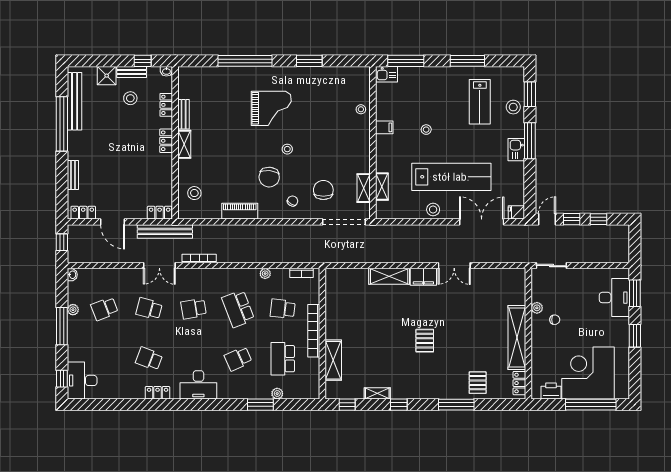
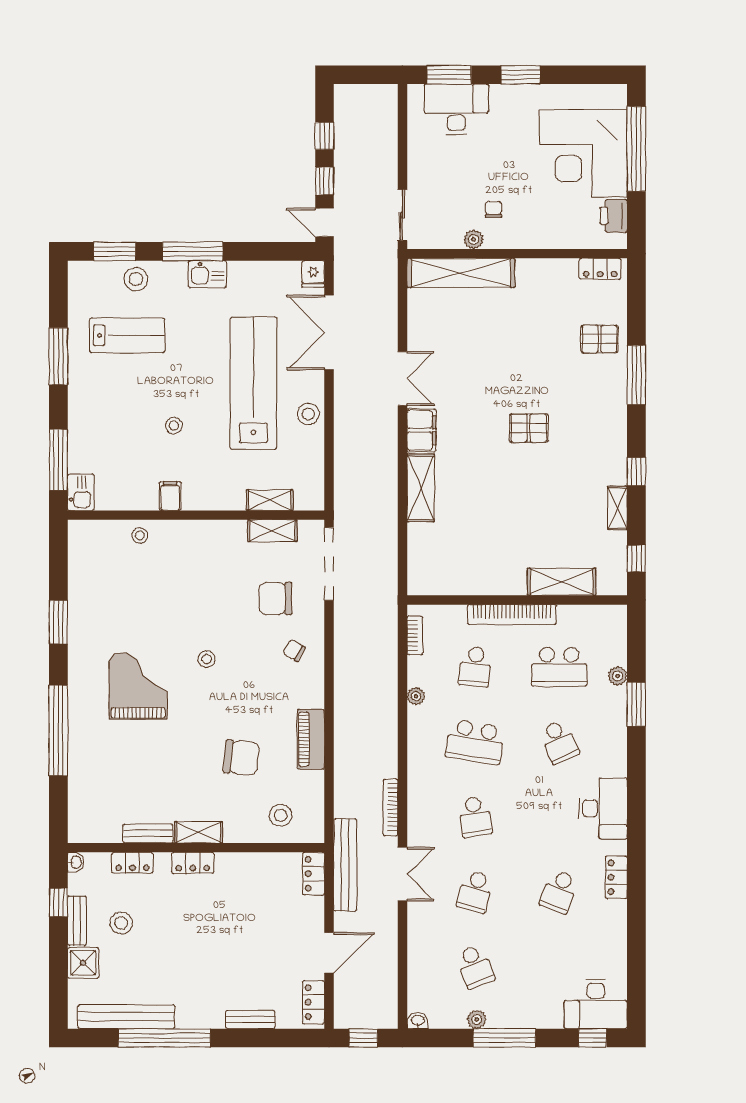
chair: (269, 177) -> (241, 758), moved
school desk: (238, 309) -> (475, 742), turned 30
shelving: (517, 337) -> (461, 273), moved

